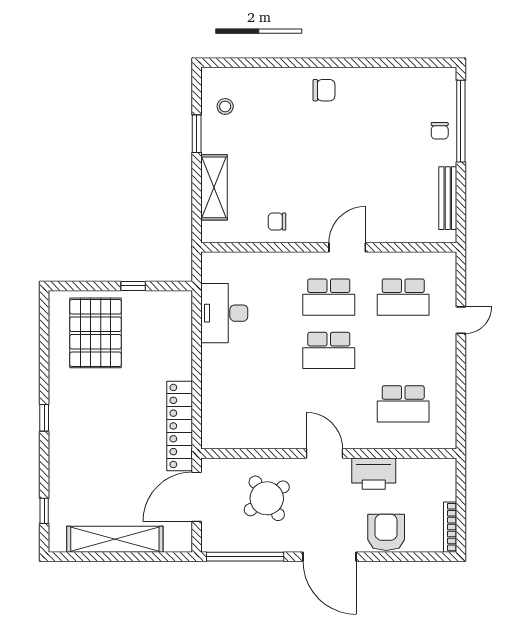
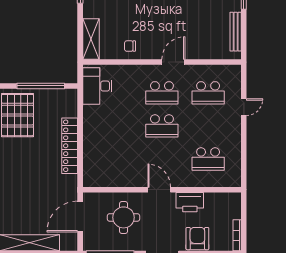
shelving: (214, 187) -> (91, 39), moved
window: (133, 286) -> (41, 86), width x3.17
desk: (224, 313) -> (97, 86), moved
locker: (180, 426) -> (70, 146), moved
round table: (267, 498) -> (124, 217), turned 35

